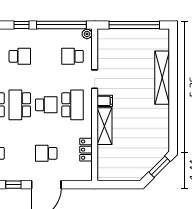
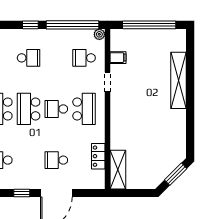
filing cabinet: (105, 101) -> (118, 58), moved
school desk: (46, 105) -> (56, 109), turned 180
shelving: (105, 126) -> (118, 170), moved

